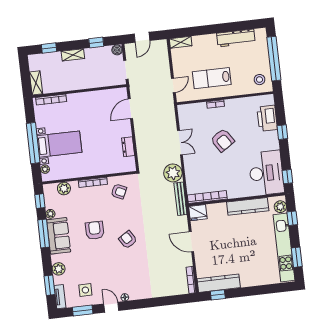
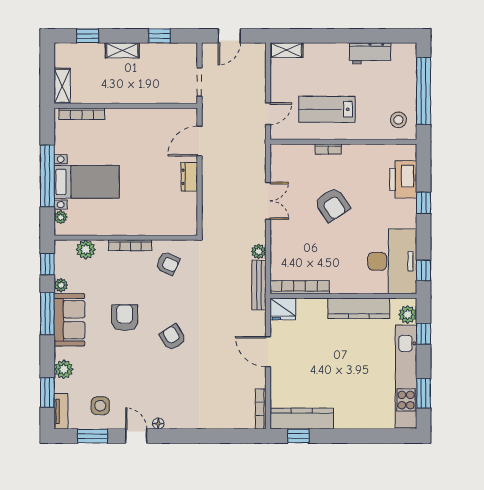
workbench: (236, 38) -> (370, 53), width x0.73
boiler: (117, 50) -> (190, 50), removed
dresser: (128, 147) -> (189, 177), moved
plant: (173, 173) -> (259, 251), width x0.53, depth x0.53

